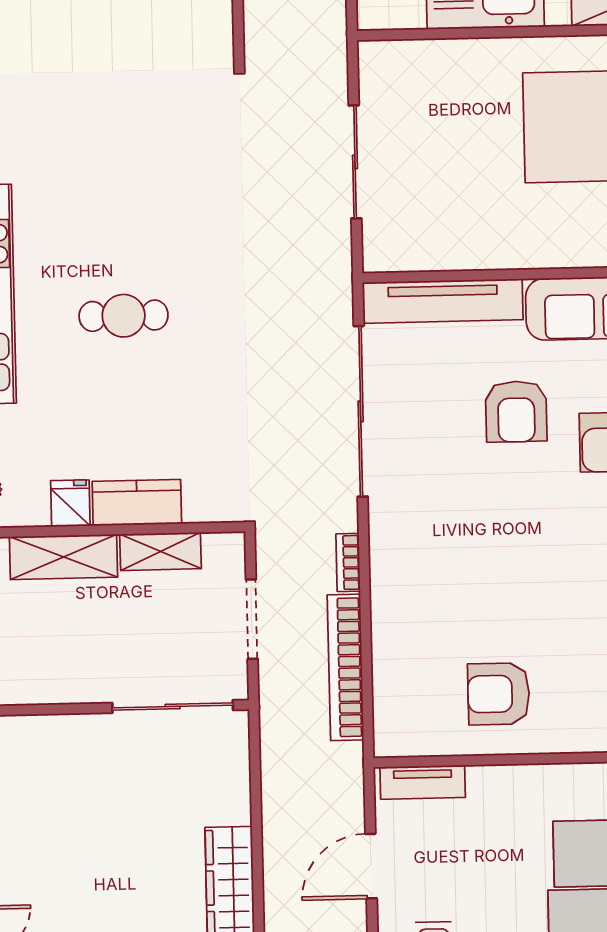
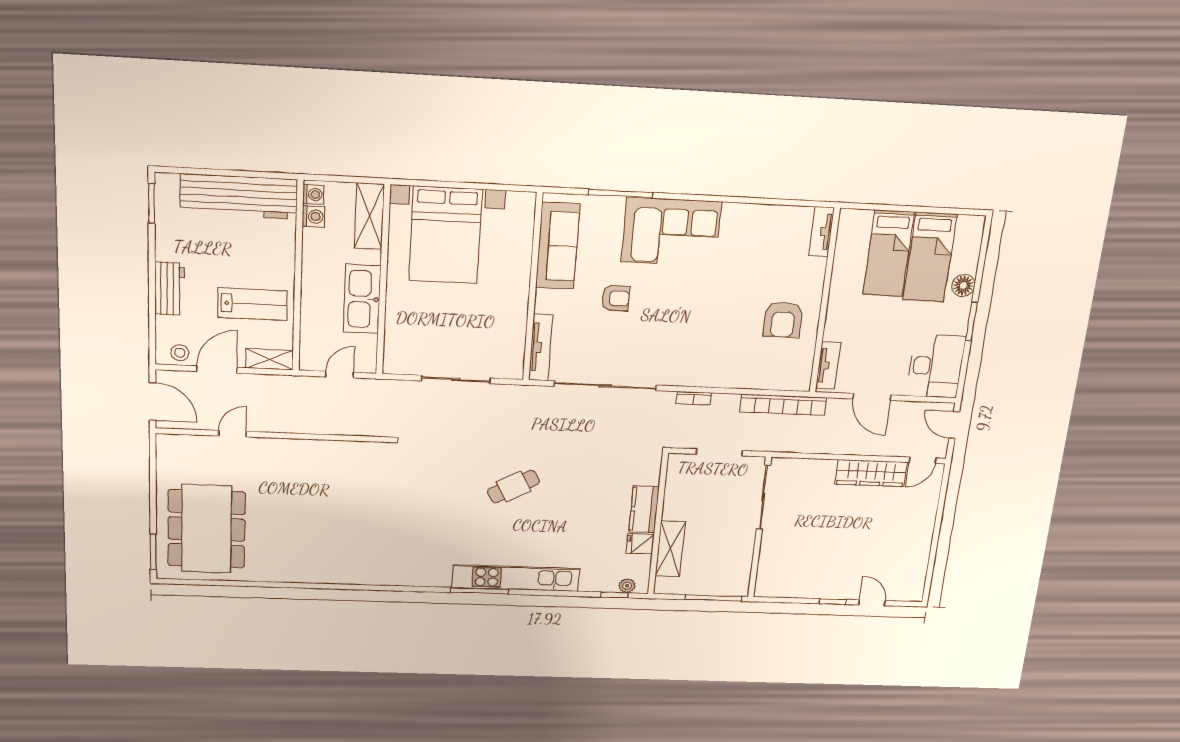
tv unit: (443, 301) -> (541, 347), width x0.73, depth x0.78
cafe table: (124, 316) -> (513, 487), moved, turned 61
armchair: (516, 411) -> (616, 298), width x0.72, depth x0.72
shelving: (161, 551) -> (674, 498), removed
bookcase: (345, 667) -> (783, 405), moved

